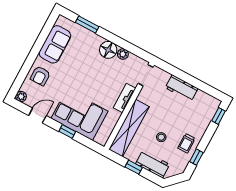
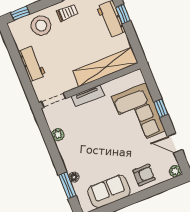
floor lamp: (108, 50) -> (74, 177), moved, width x0.53, depth x0.53
stool: (161, 137) -> (41, 25), moved, width x1.89, depth x1.89
window: (134, 167) -> (123, 14), moved

